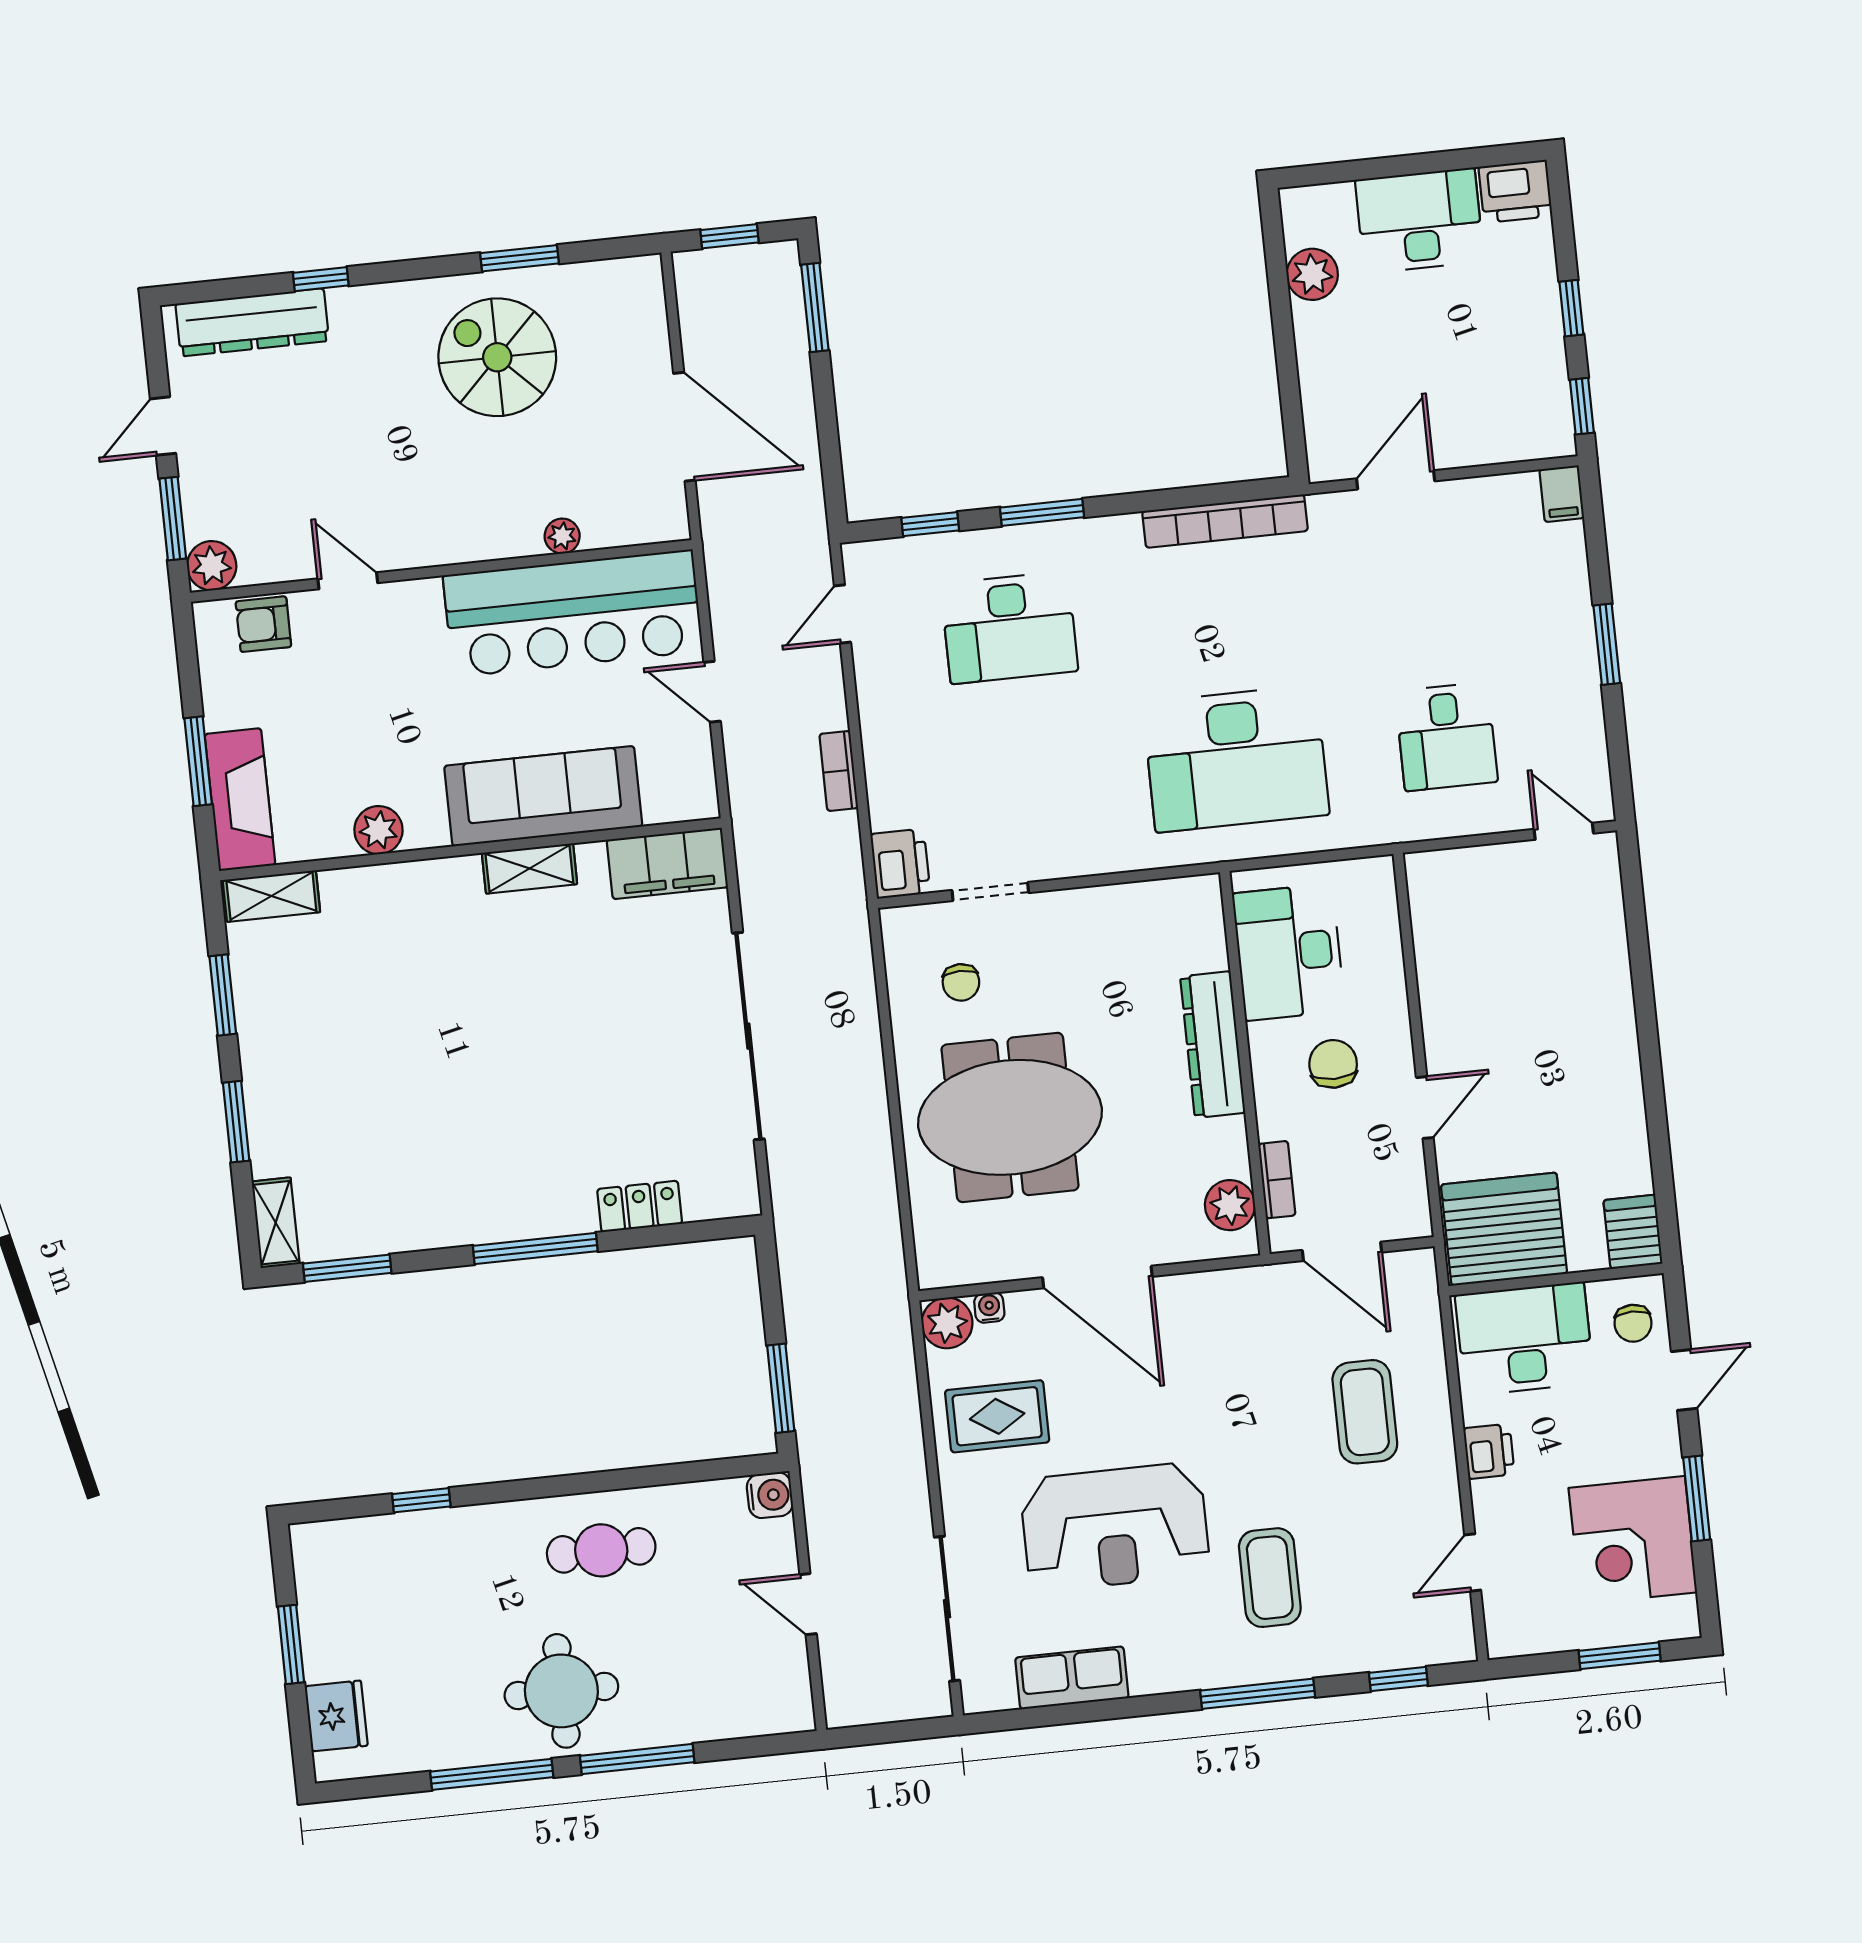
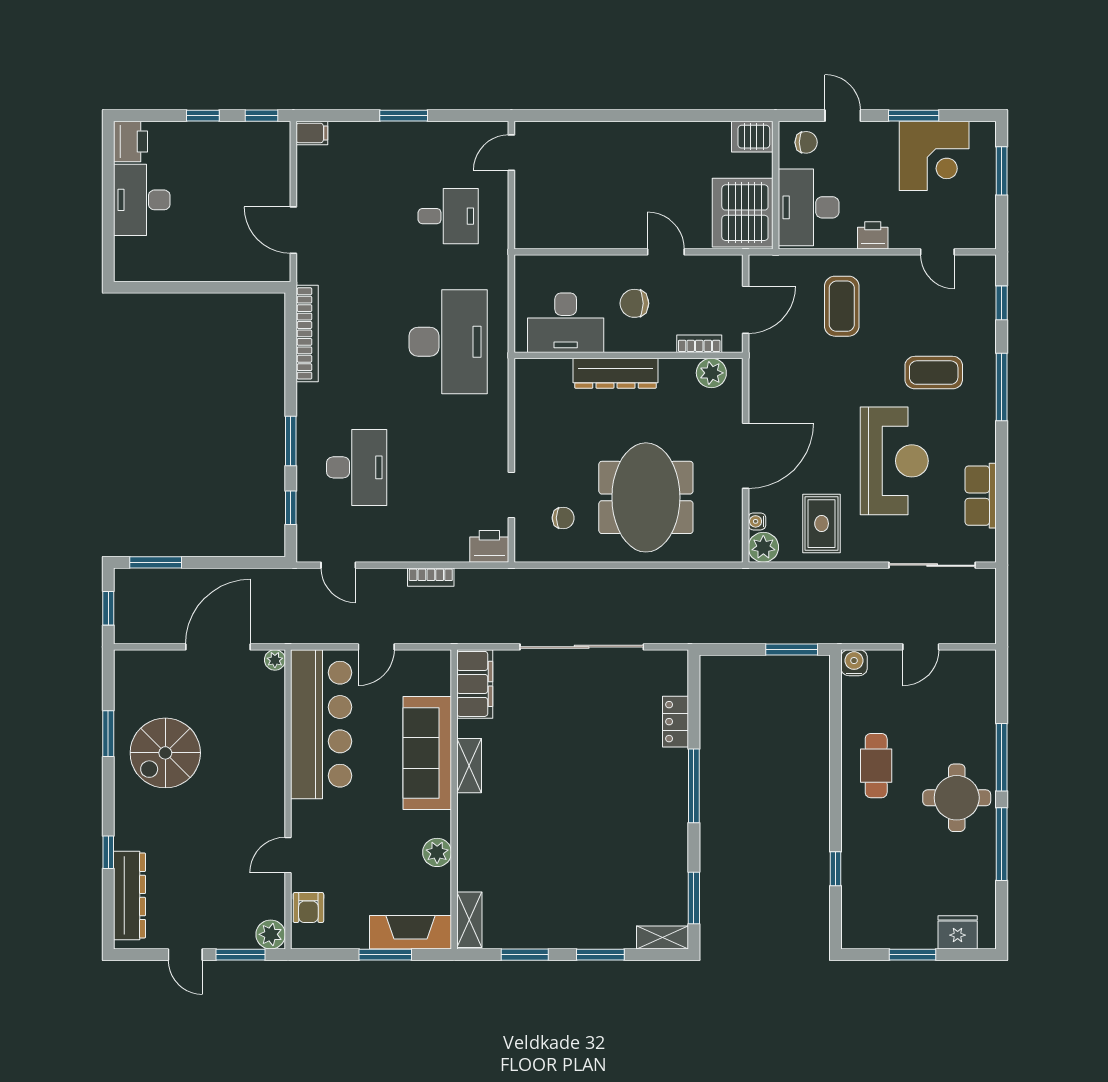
plant: (1312, 274) -> (167, 267), removed
plant: (562, 536) -> (275, 660), moved
coffee table: (1365, 1412) -> (842, 306), turned 90

